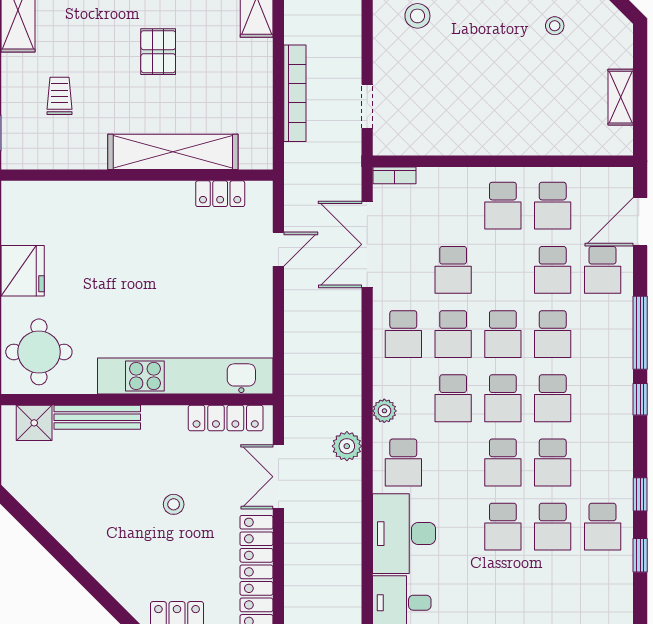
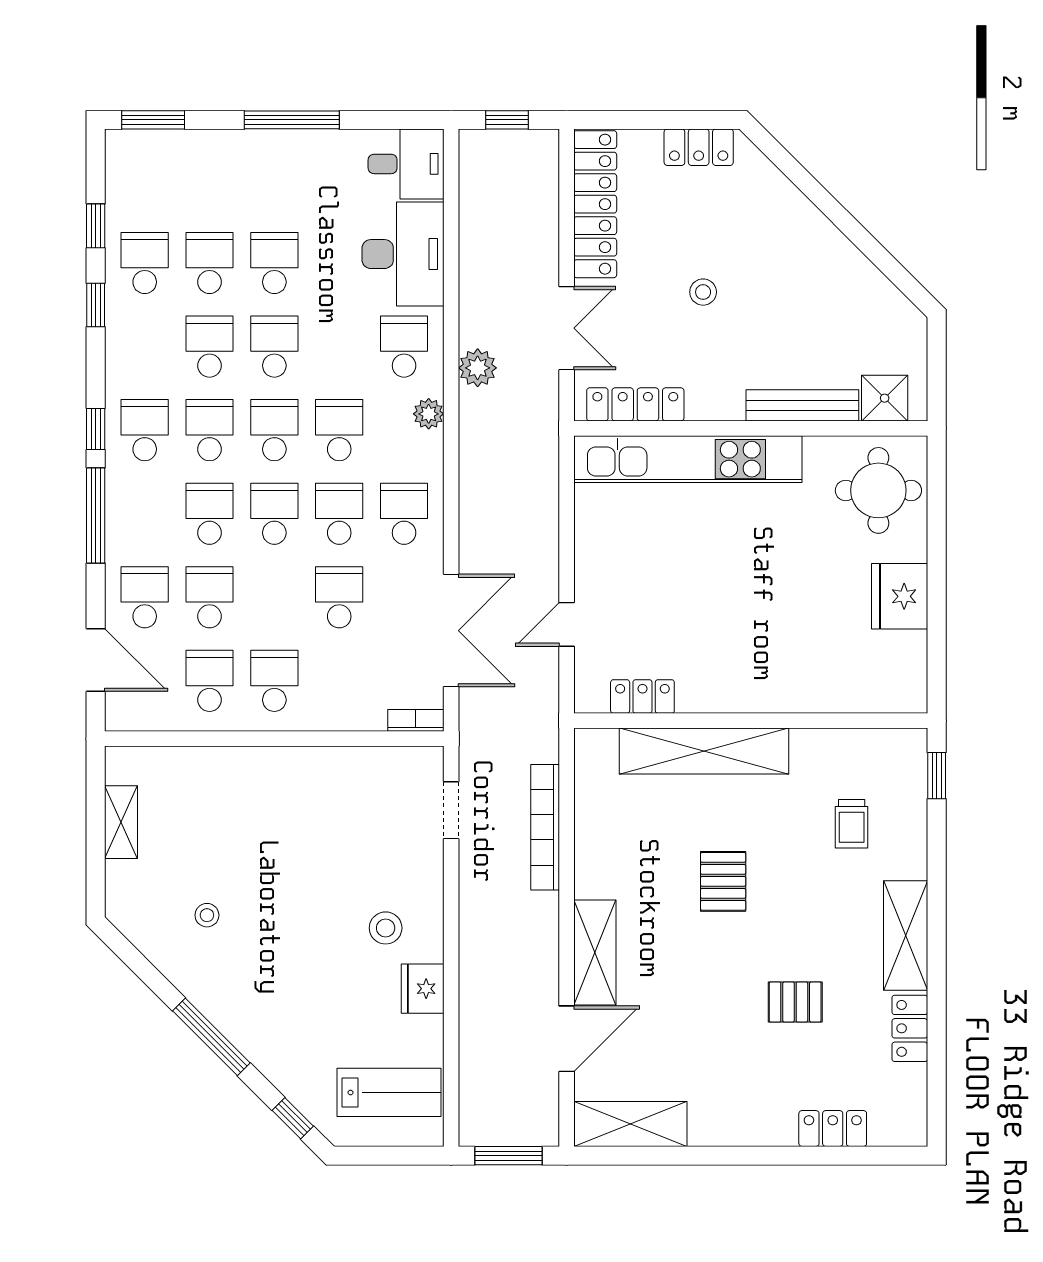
door: (640, 222) -> (96, 660), hinge flipped
school desk: (603, 398) -> (145, 430), added

